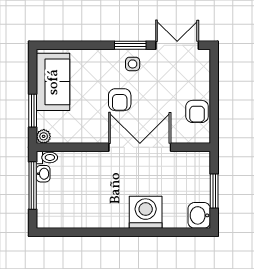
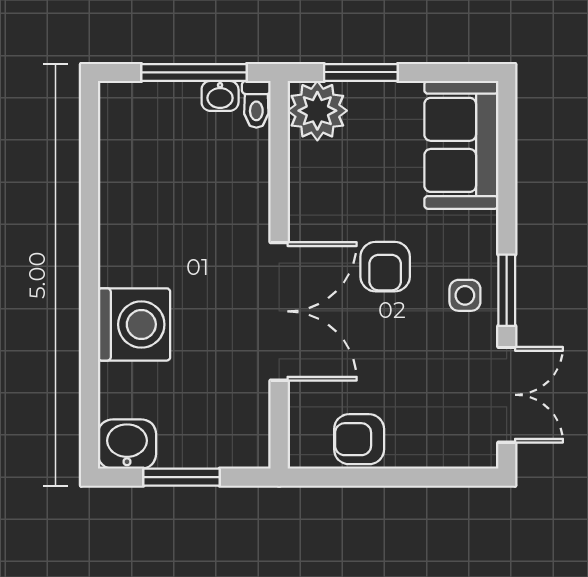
sofa: (53, 82) -> (461, 145), moved, turned 90
armchair: (120, 100) -> (385, 267), turned -90
plant: (44, 136) -> (317, 111), width x1.88, depth x1.88

